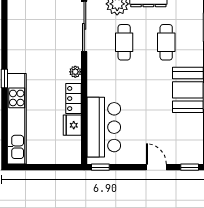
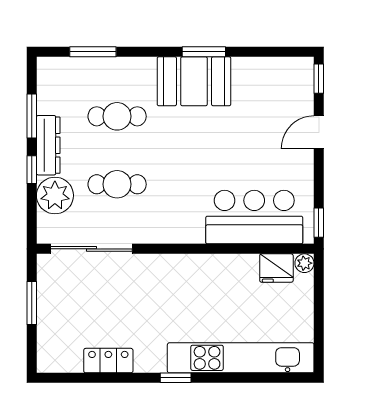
plant: (75, 72) -> (304, 263), moved
locker: (74, 99) -> (108, 361), moved, turned 180
fridge: (72, 125) -> (276, 268), moved

